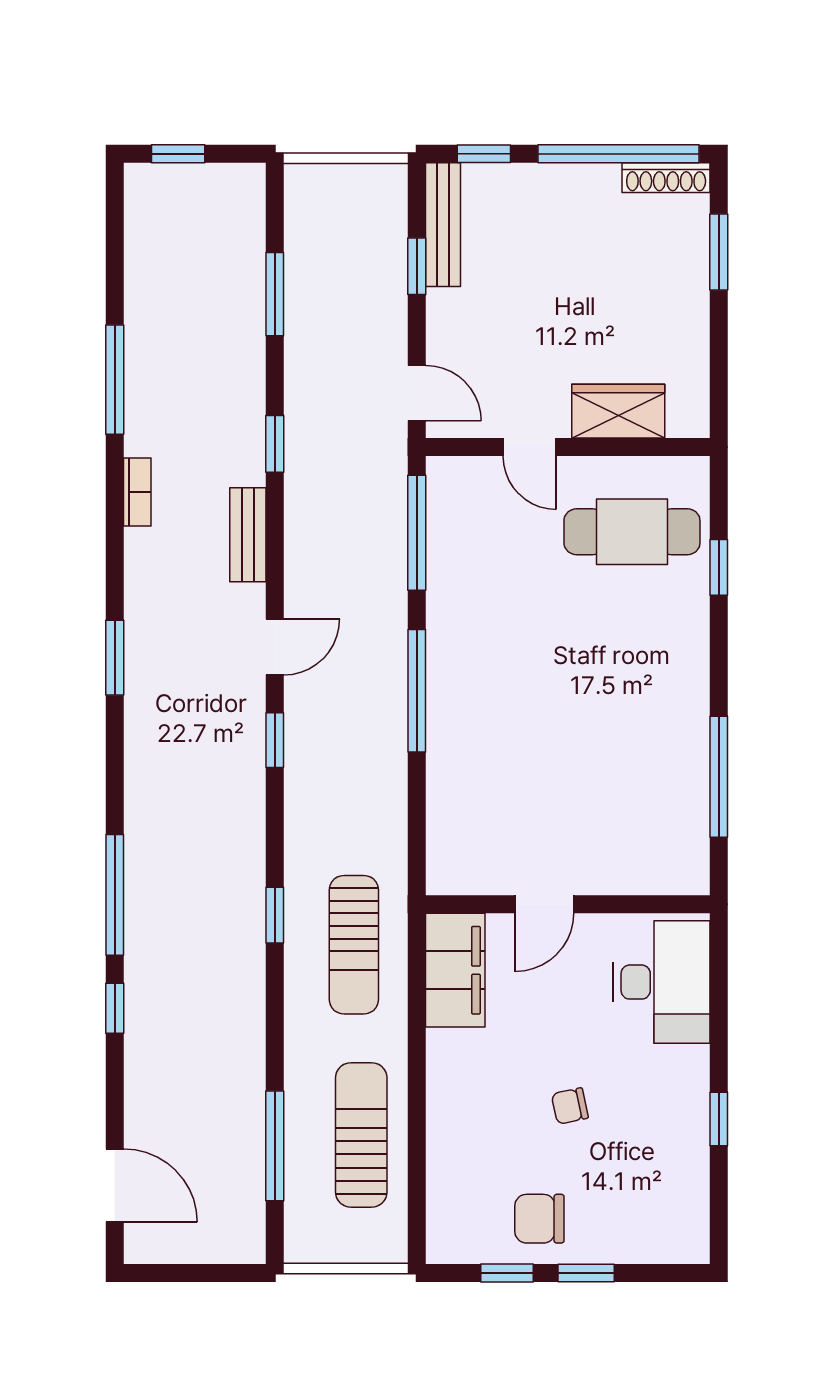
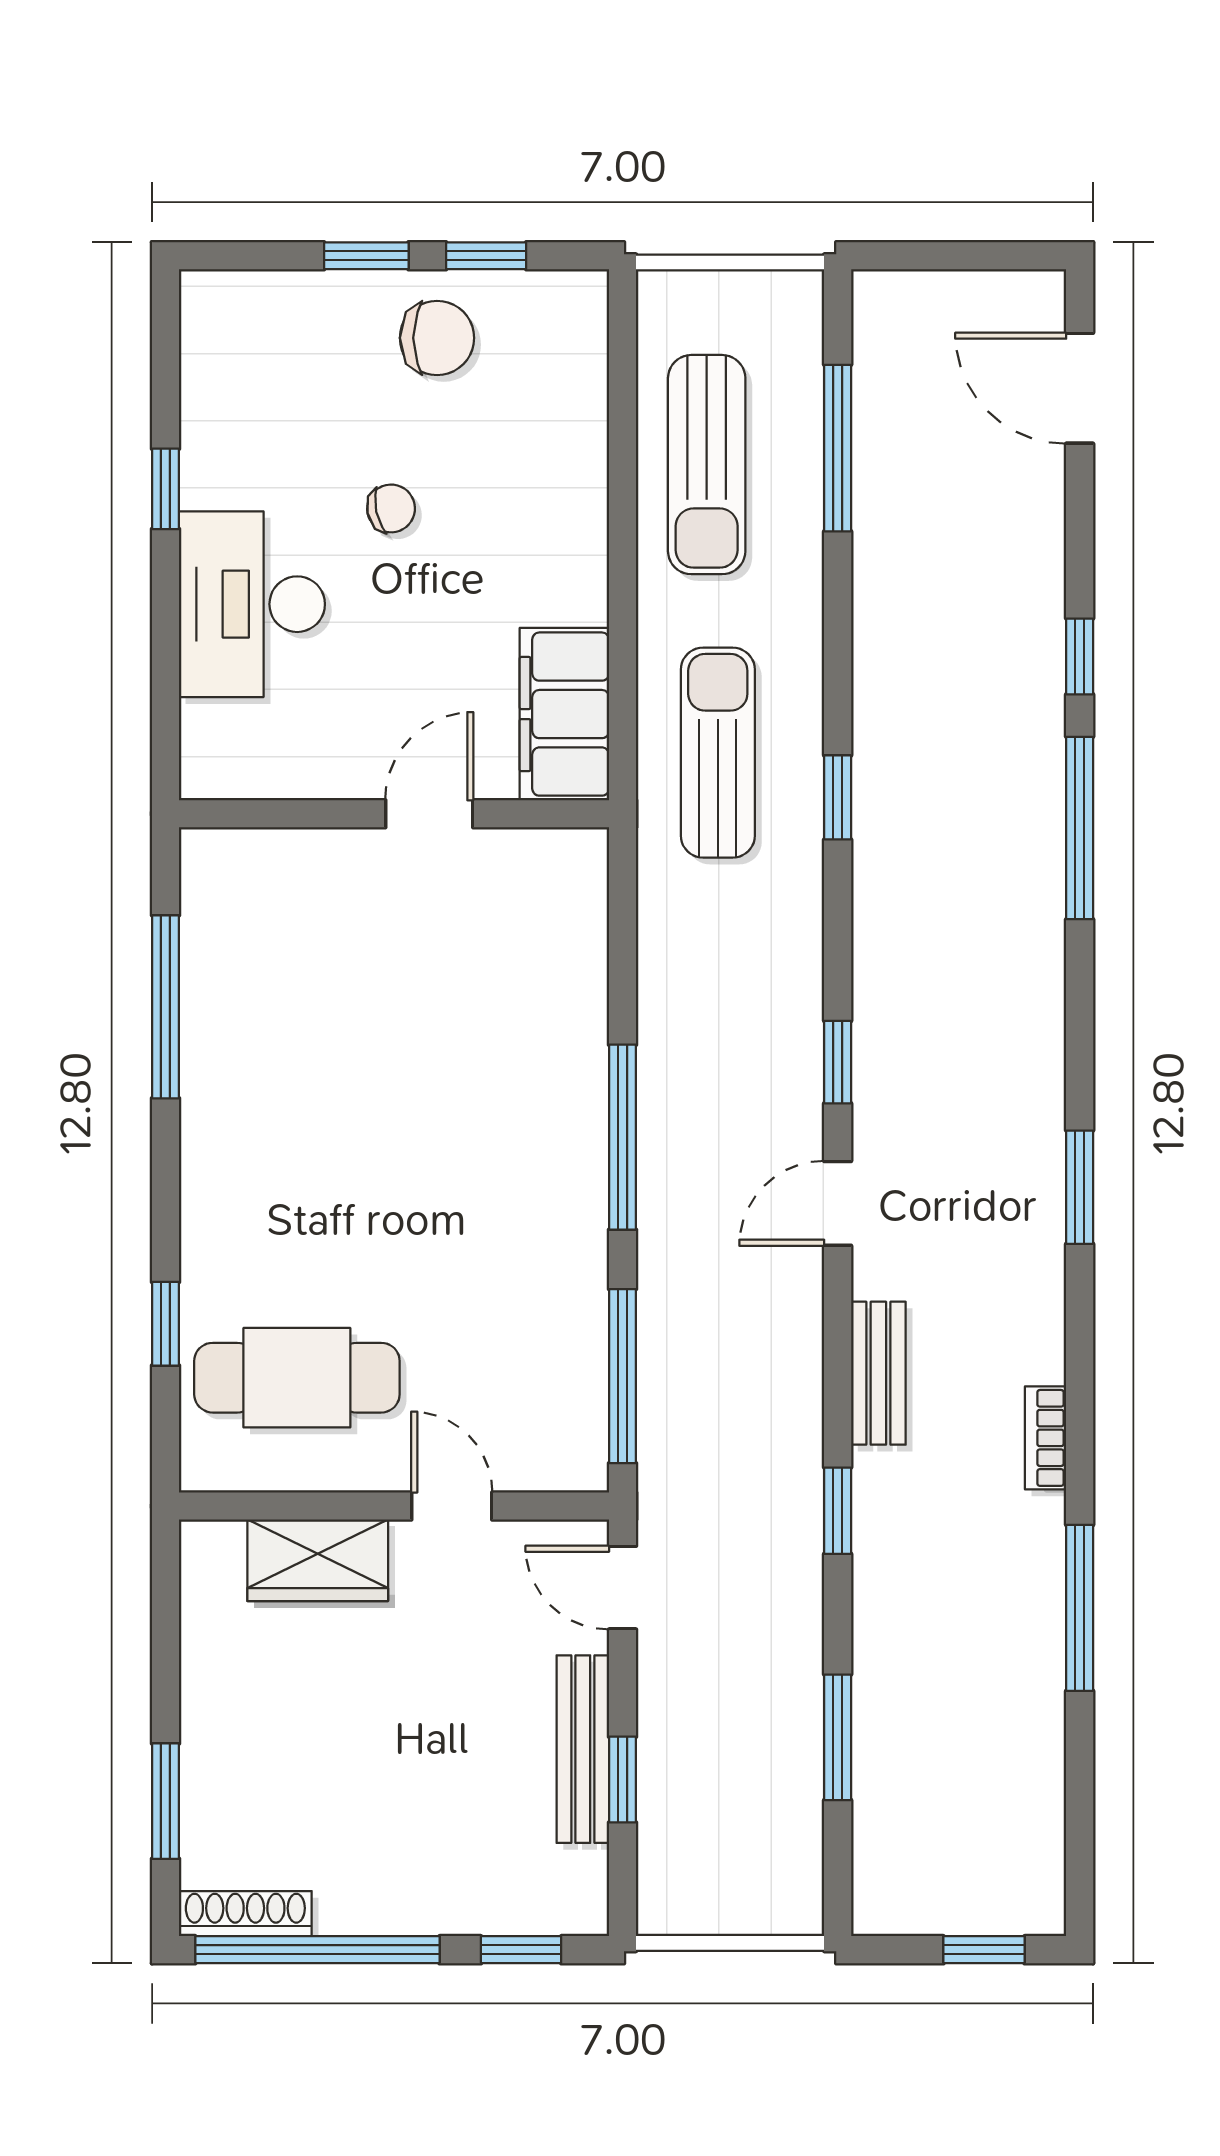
bench: (443, 225) -> (583, 1749), moved
desk: (662, 982) -> (252, 604), moved

